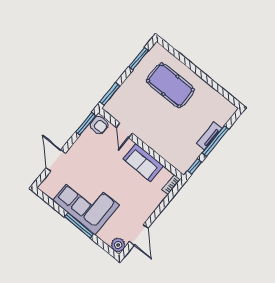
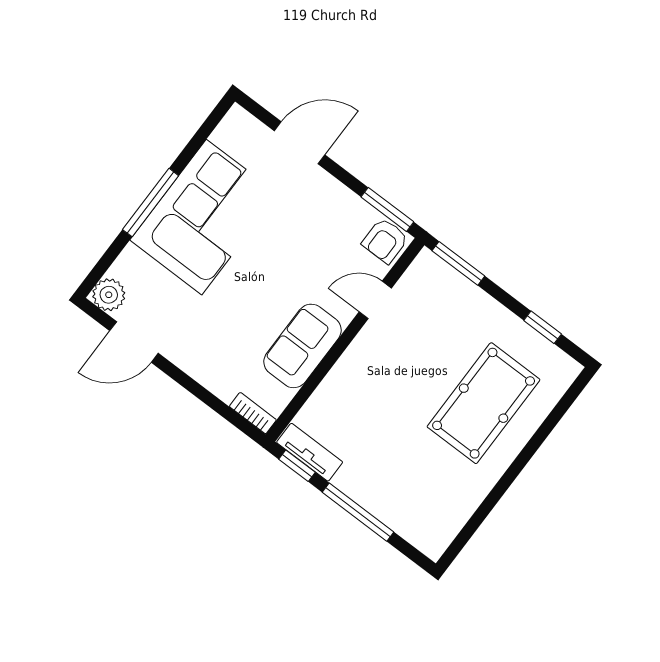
window: (139, 59) -> (543, 327), width x0.67
tv unit: (209, 136) -> (310, 452), moved

